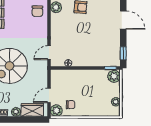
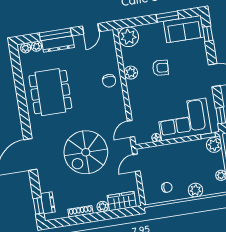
corner sofa: (93, 52) -> (184, 119), added
door: (49, 95) -> (136, 163), moved
plant: (56, 111) -> (196, 190), moved

